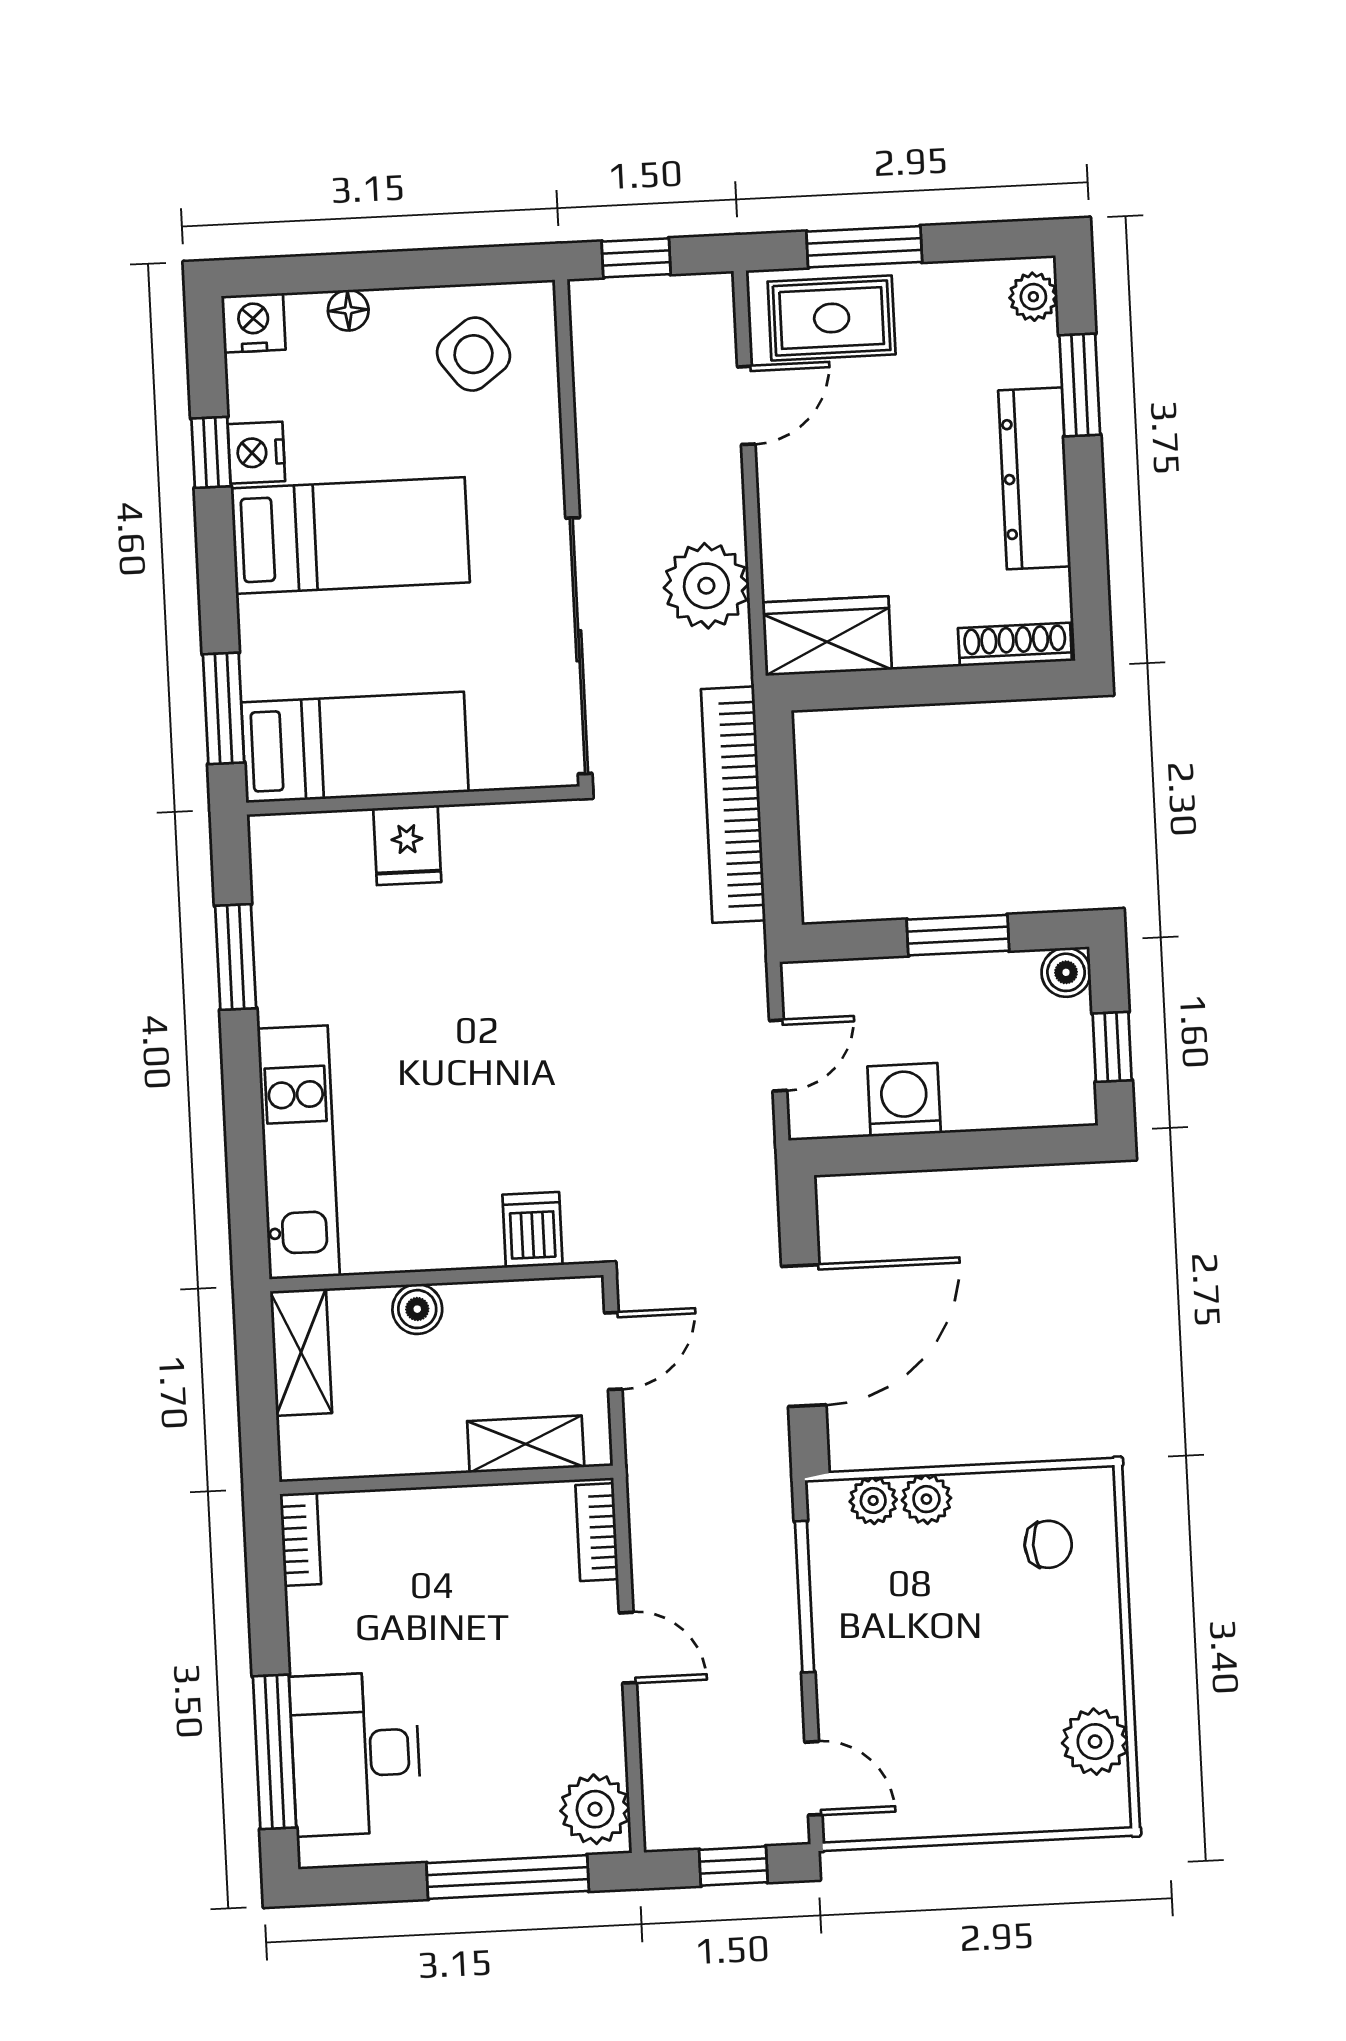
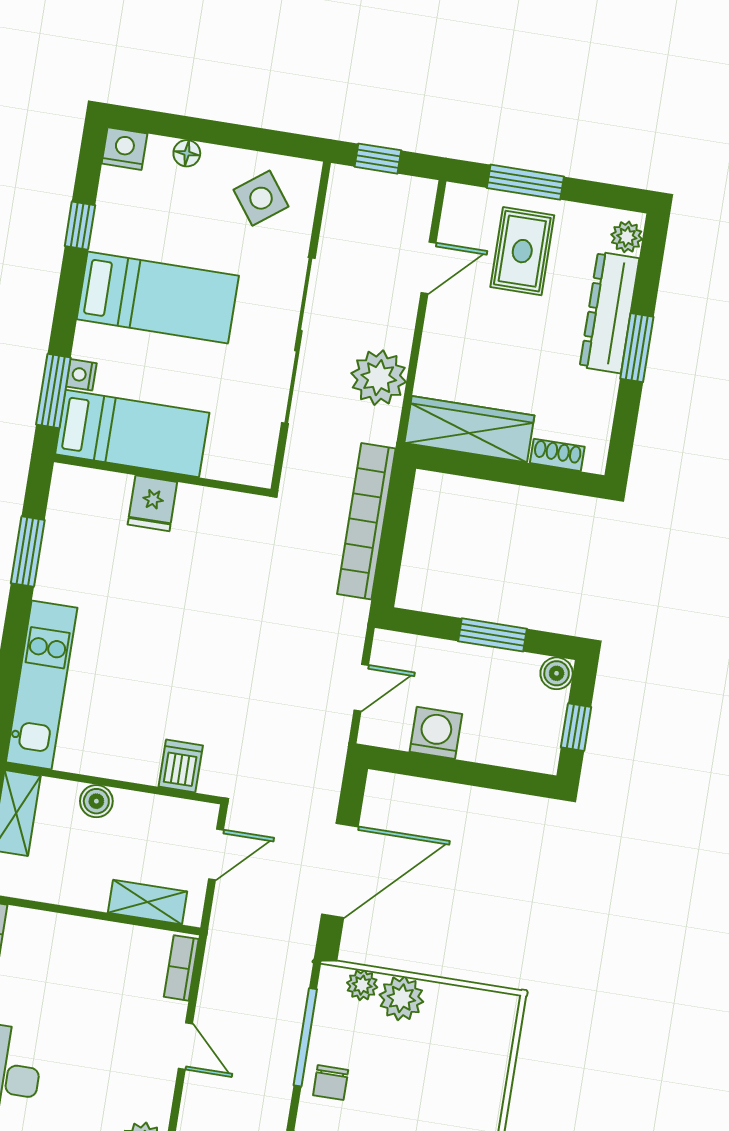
rug: (832, 318) -> (522, 251), moved, turned 90
window: (1080, 385) -> (637, 348), moved
nightstand: (256, 453) -> (81, 375), moved, width x0.72, depth x0.74
dresser: (1034, 478) -> (609, 313), moved
wardrobe: (827, 636) -> (469, 429), width x1.50
shoe rack: (1015, 644) -> (557, 455), width x0.70
sliding door: (579, 646) -> (298, 341), moved
plant: (926, 1499) -> (401, 998), width x1.38, depth x1.38
chair: (1048, 1544) -> (331, 1083), moved, turned 90

